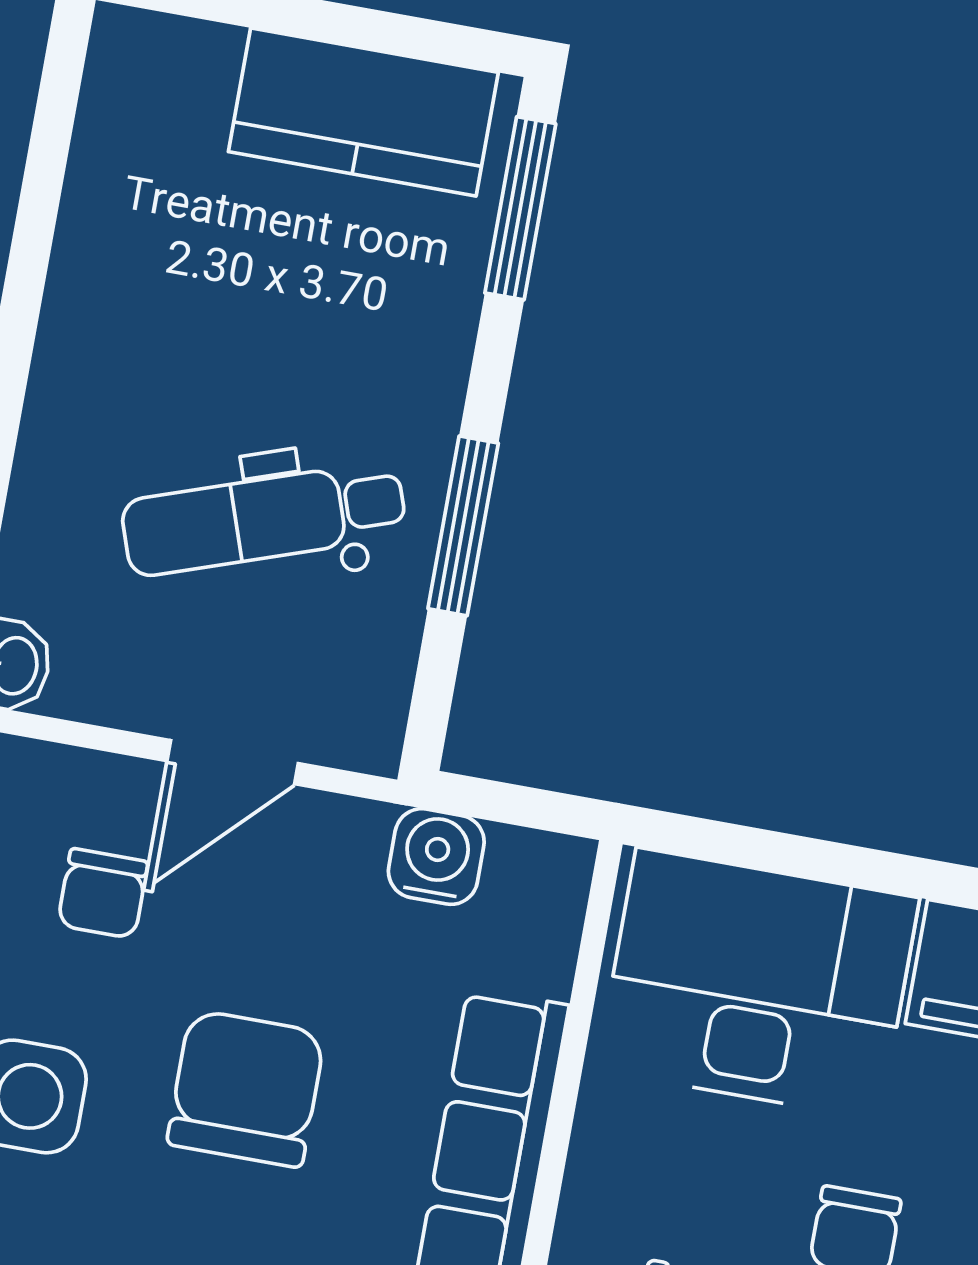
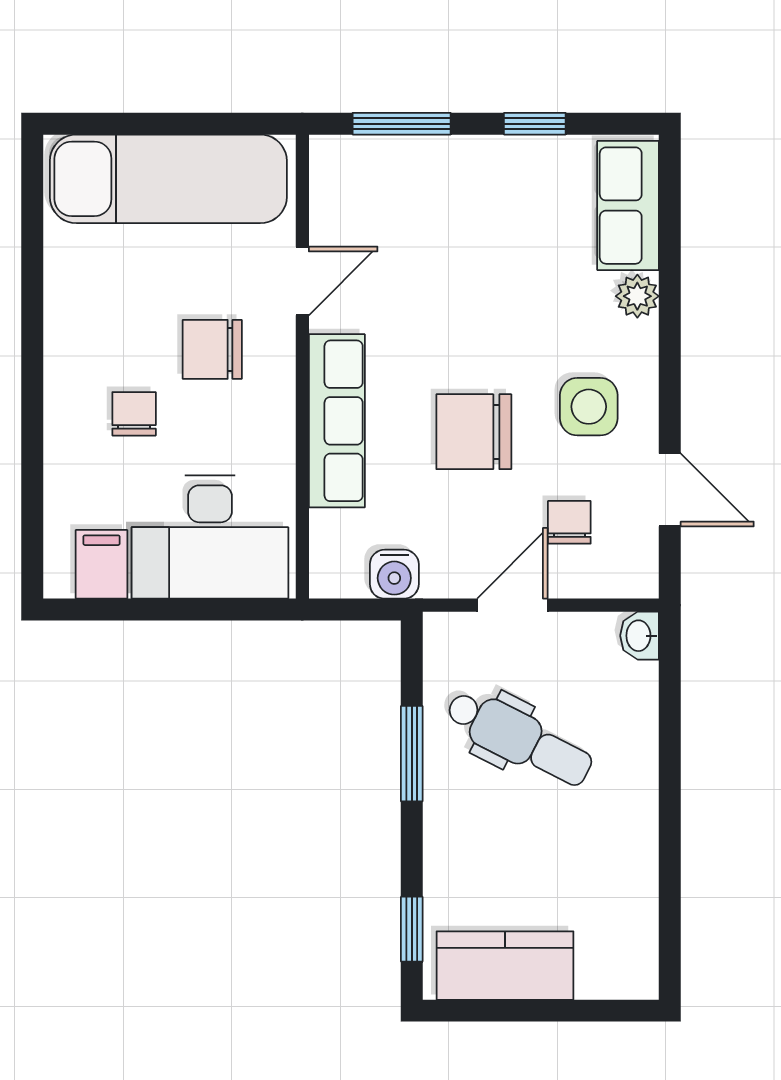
window: (520, 208) -> (412, 929), width x0.67
dental chair: (264, 519) -> (519, 738), turned 46
chair: (246, 1089) -> (474, 432), turned 90

